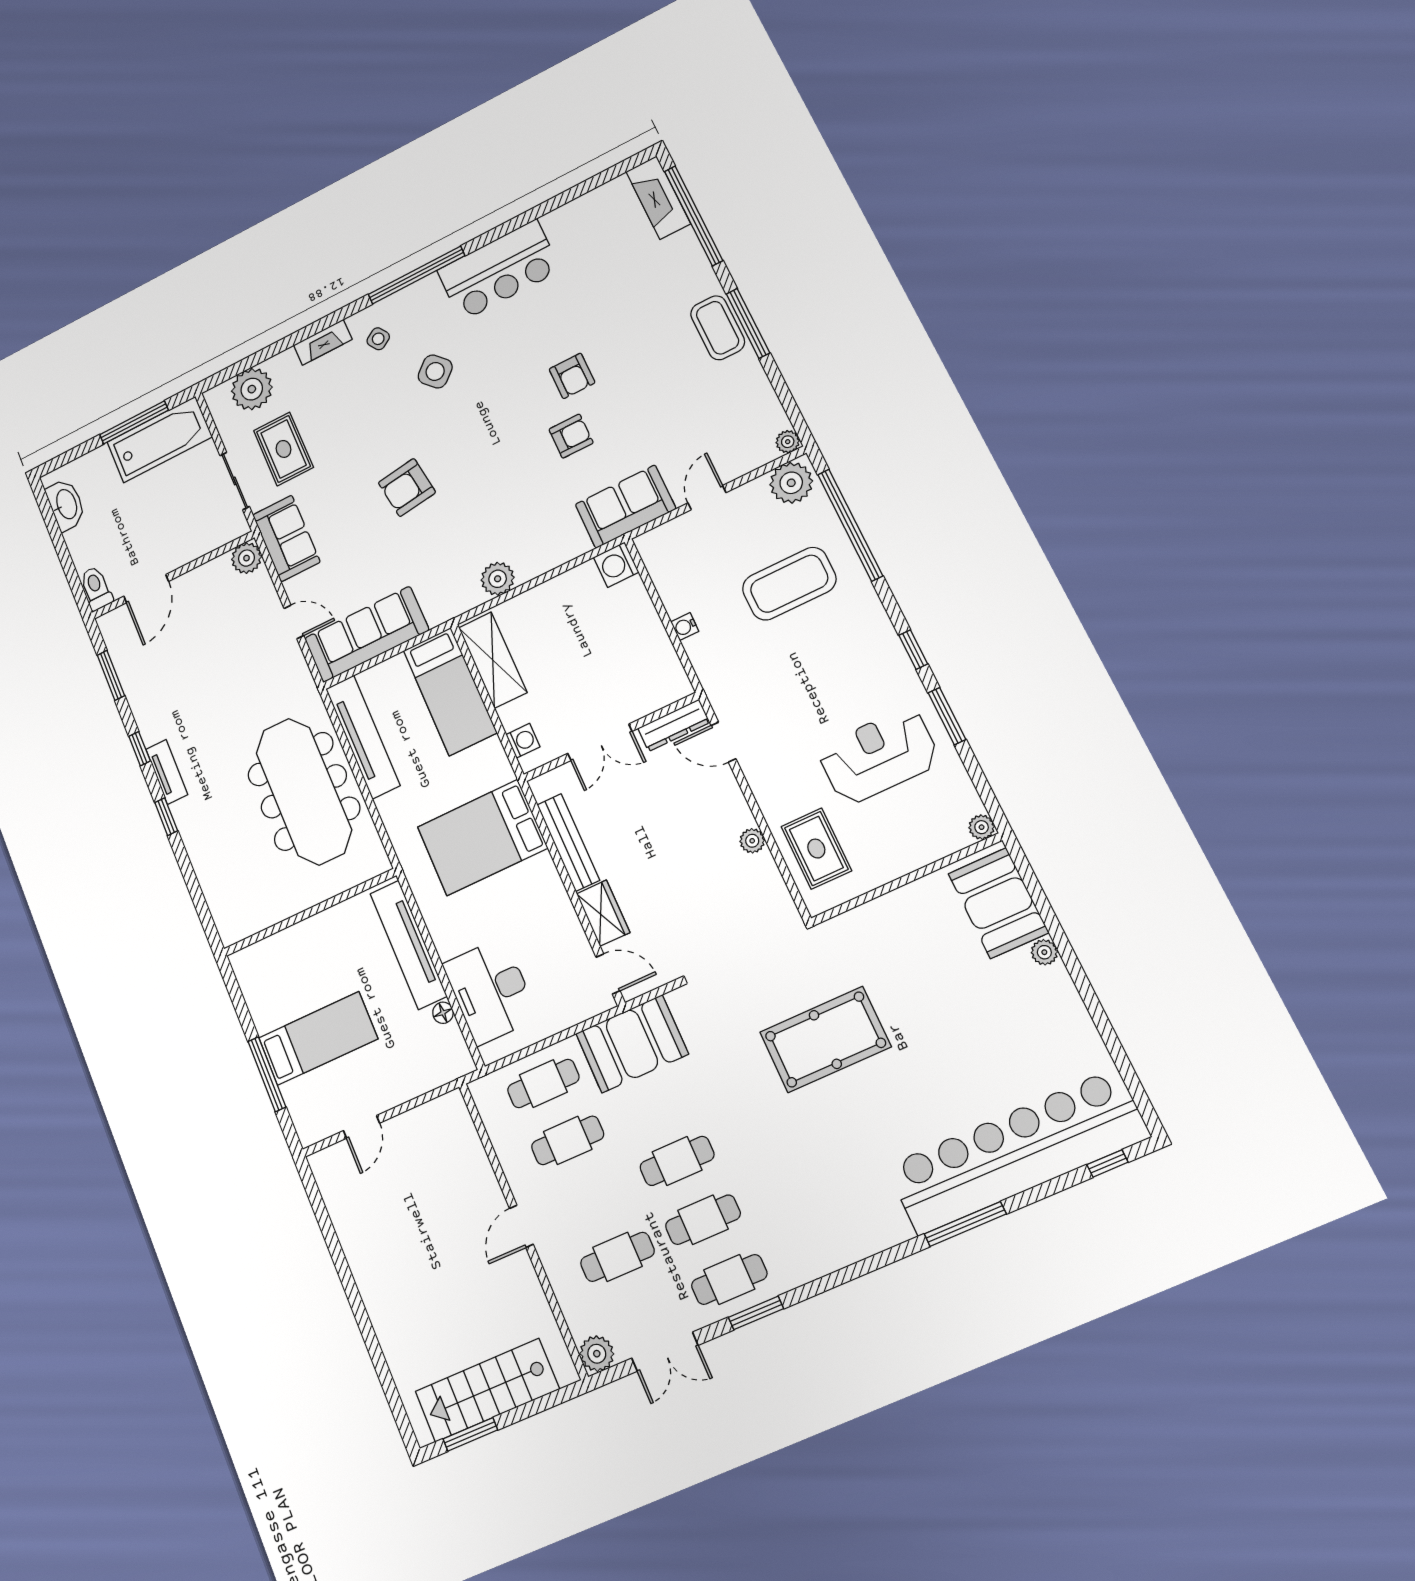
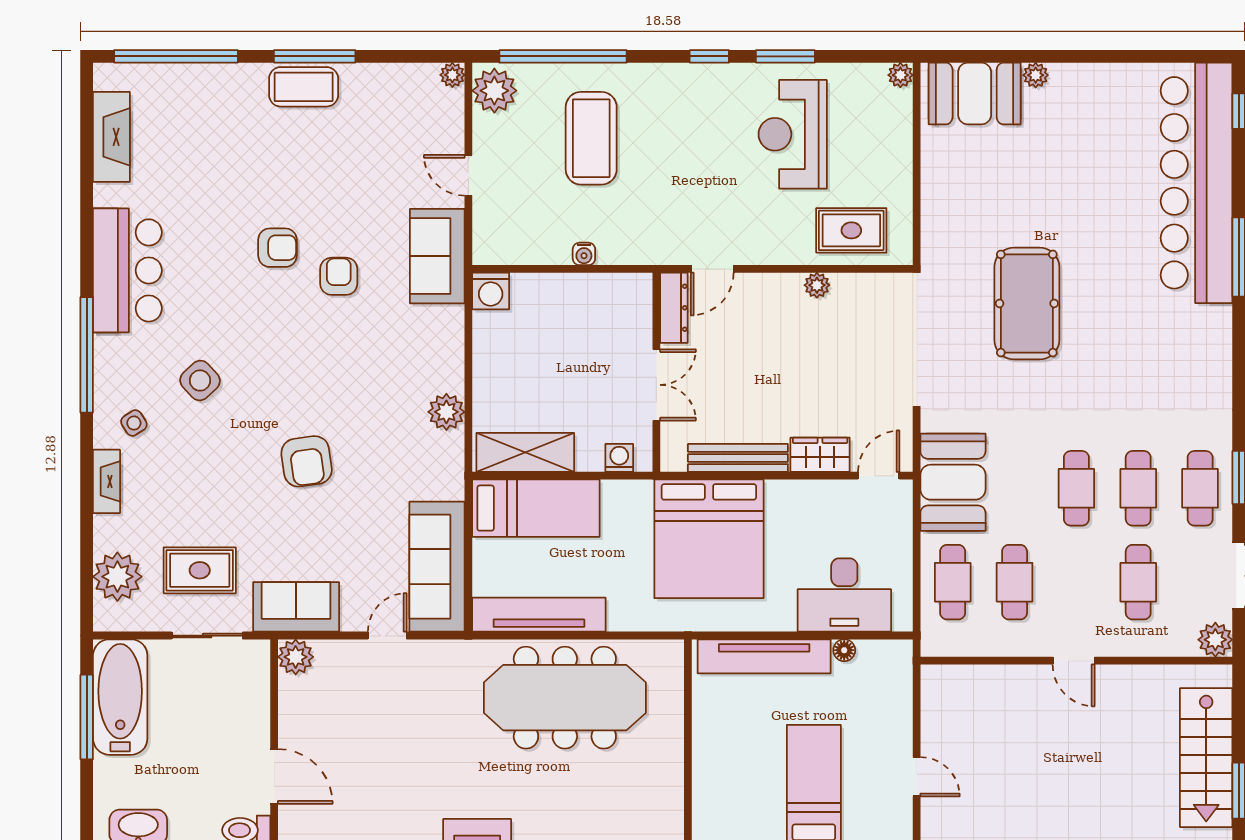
fireplace: (658, 198) -> (111, 137), moved, turned -90
bed: (482, 837) -> (709, 539), width x1.36

